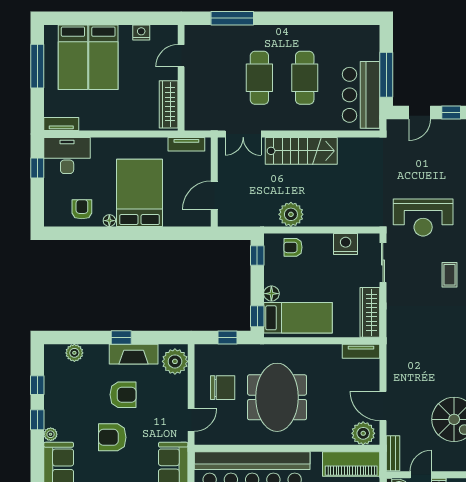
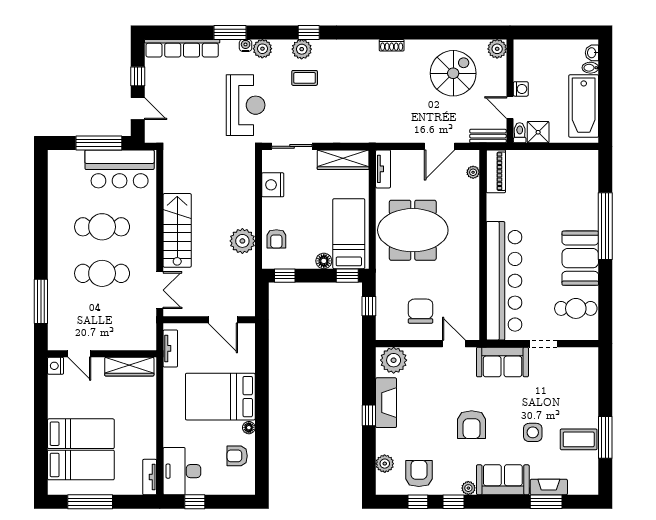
nightstand: (141, 33) -> (56, 366), moved
armchair: (123, 395) -> (419, 474), moved
meeting table: (277, 397) -> (413, 230), moved
plant: (363, 433) -> (473, 172), width x0.53, depth x0.53
piano: (351, 464) -> (496, 171), width x0.73, depth x0.75

